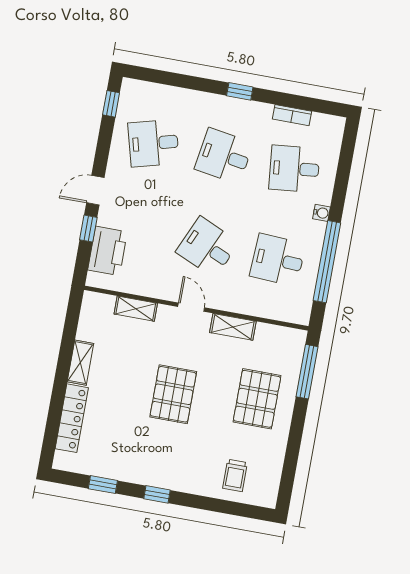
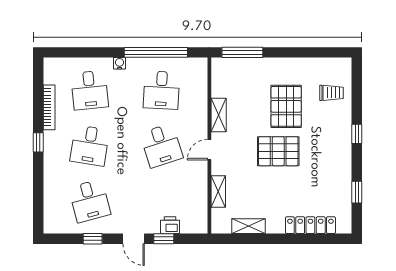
window: (111, 104) -> (93, 239), moved
bookcase: (292, 115) -> (49, 107), width x1.56
desk: (207, 247) -> (161, 146), turned -42
printer: (107, 251) -> (170, 225), width x0.53, depth x0.68
shelving: (80, 363) -> (248, 226), moved
pallet: (257, 399) -> (286, 106), moved, turned 90
window: (157, 494) -> (357, 134), moved

